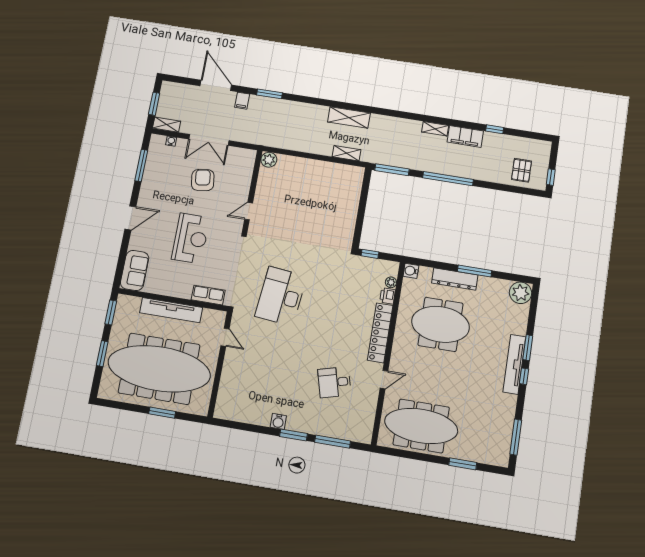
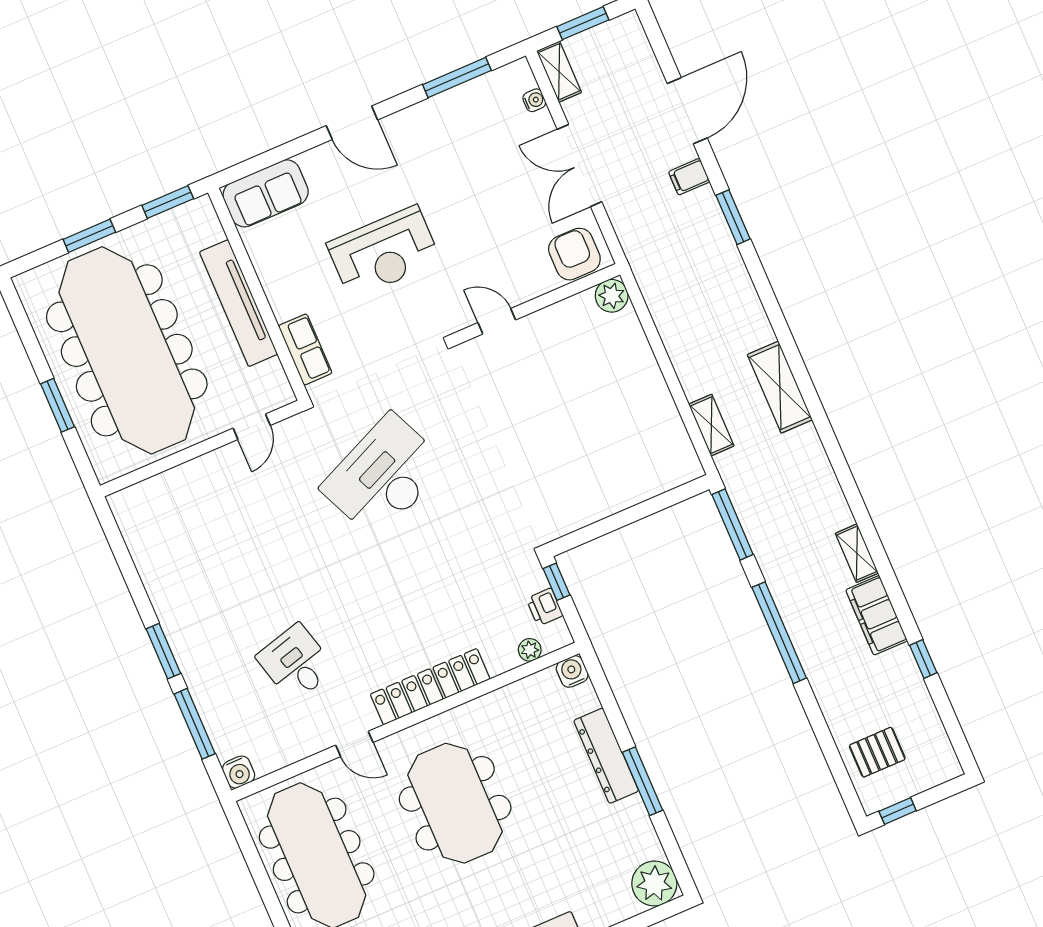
armchair: (203, 180) -> (574, 254), moved, turned -82
desk: (281, 296) -> (384, 476), turned -30
printer: (388, 296) -> (545, 607), moved, turned -90
meeting table: (440, 324) -> (455, 803), moved
water cooler: (278, 421) -> (239, 772), moved, turned -90

